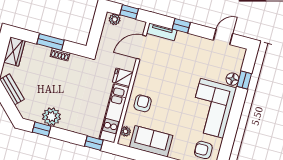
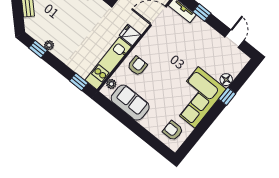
door: (223, 37) -> (234, 39), hinge flipped
window: (244, 80) -> (227, 96), moved
plant: (51, 117) -> (49, 45), width x0.53, depth x0.53

